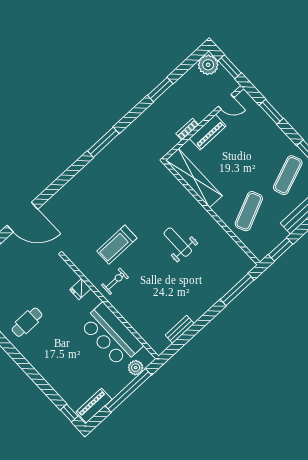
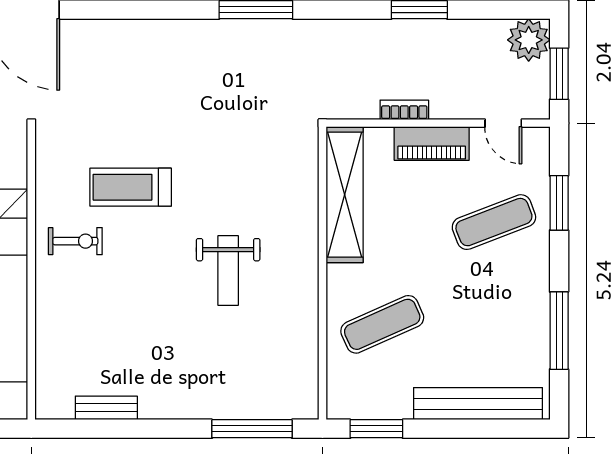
exercise mat: (288, 175) -> (494, 222), moved
weight bench: (178, 242) -> (228, 271), turned 180

